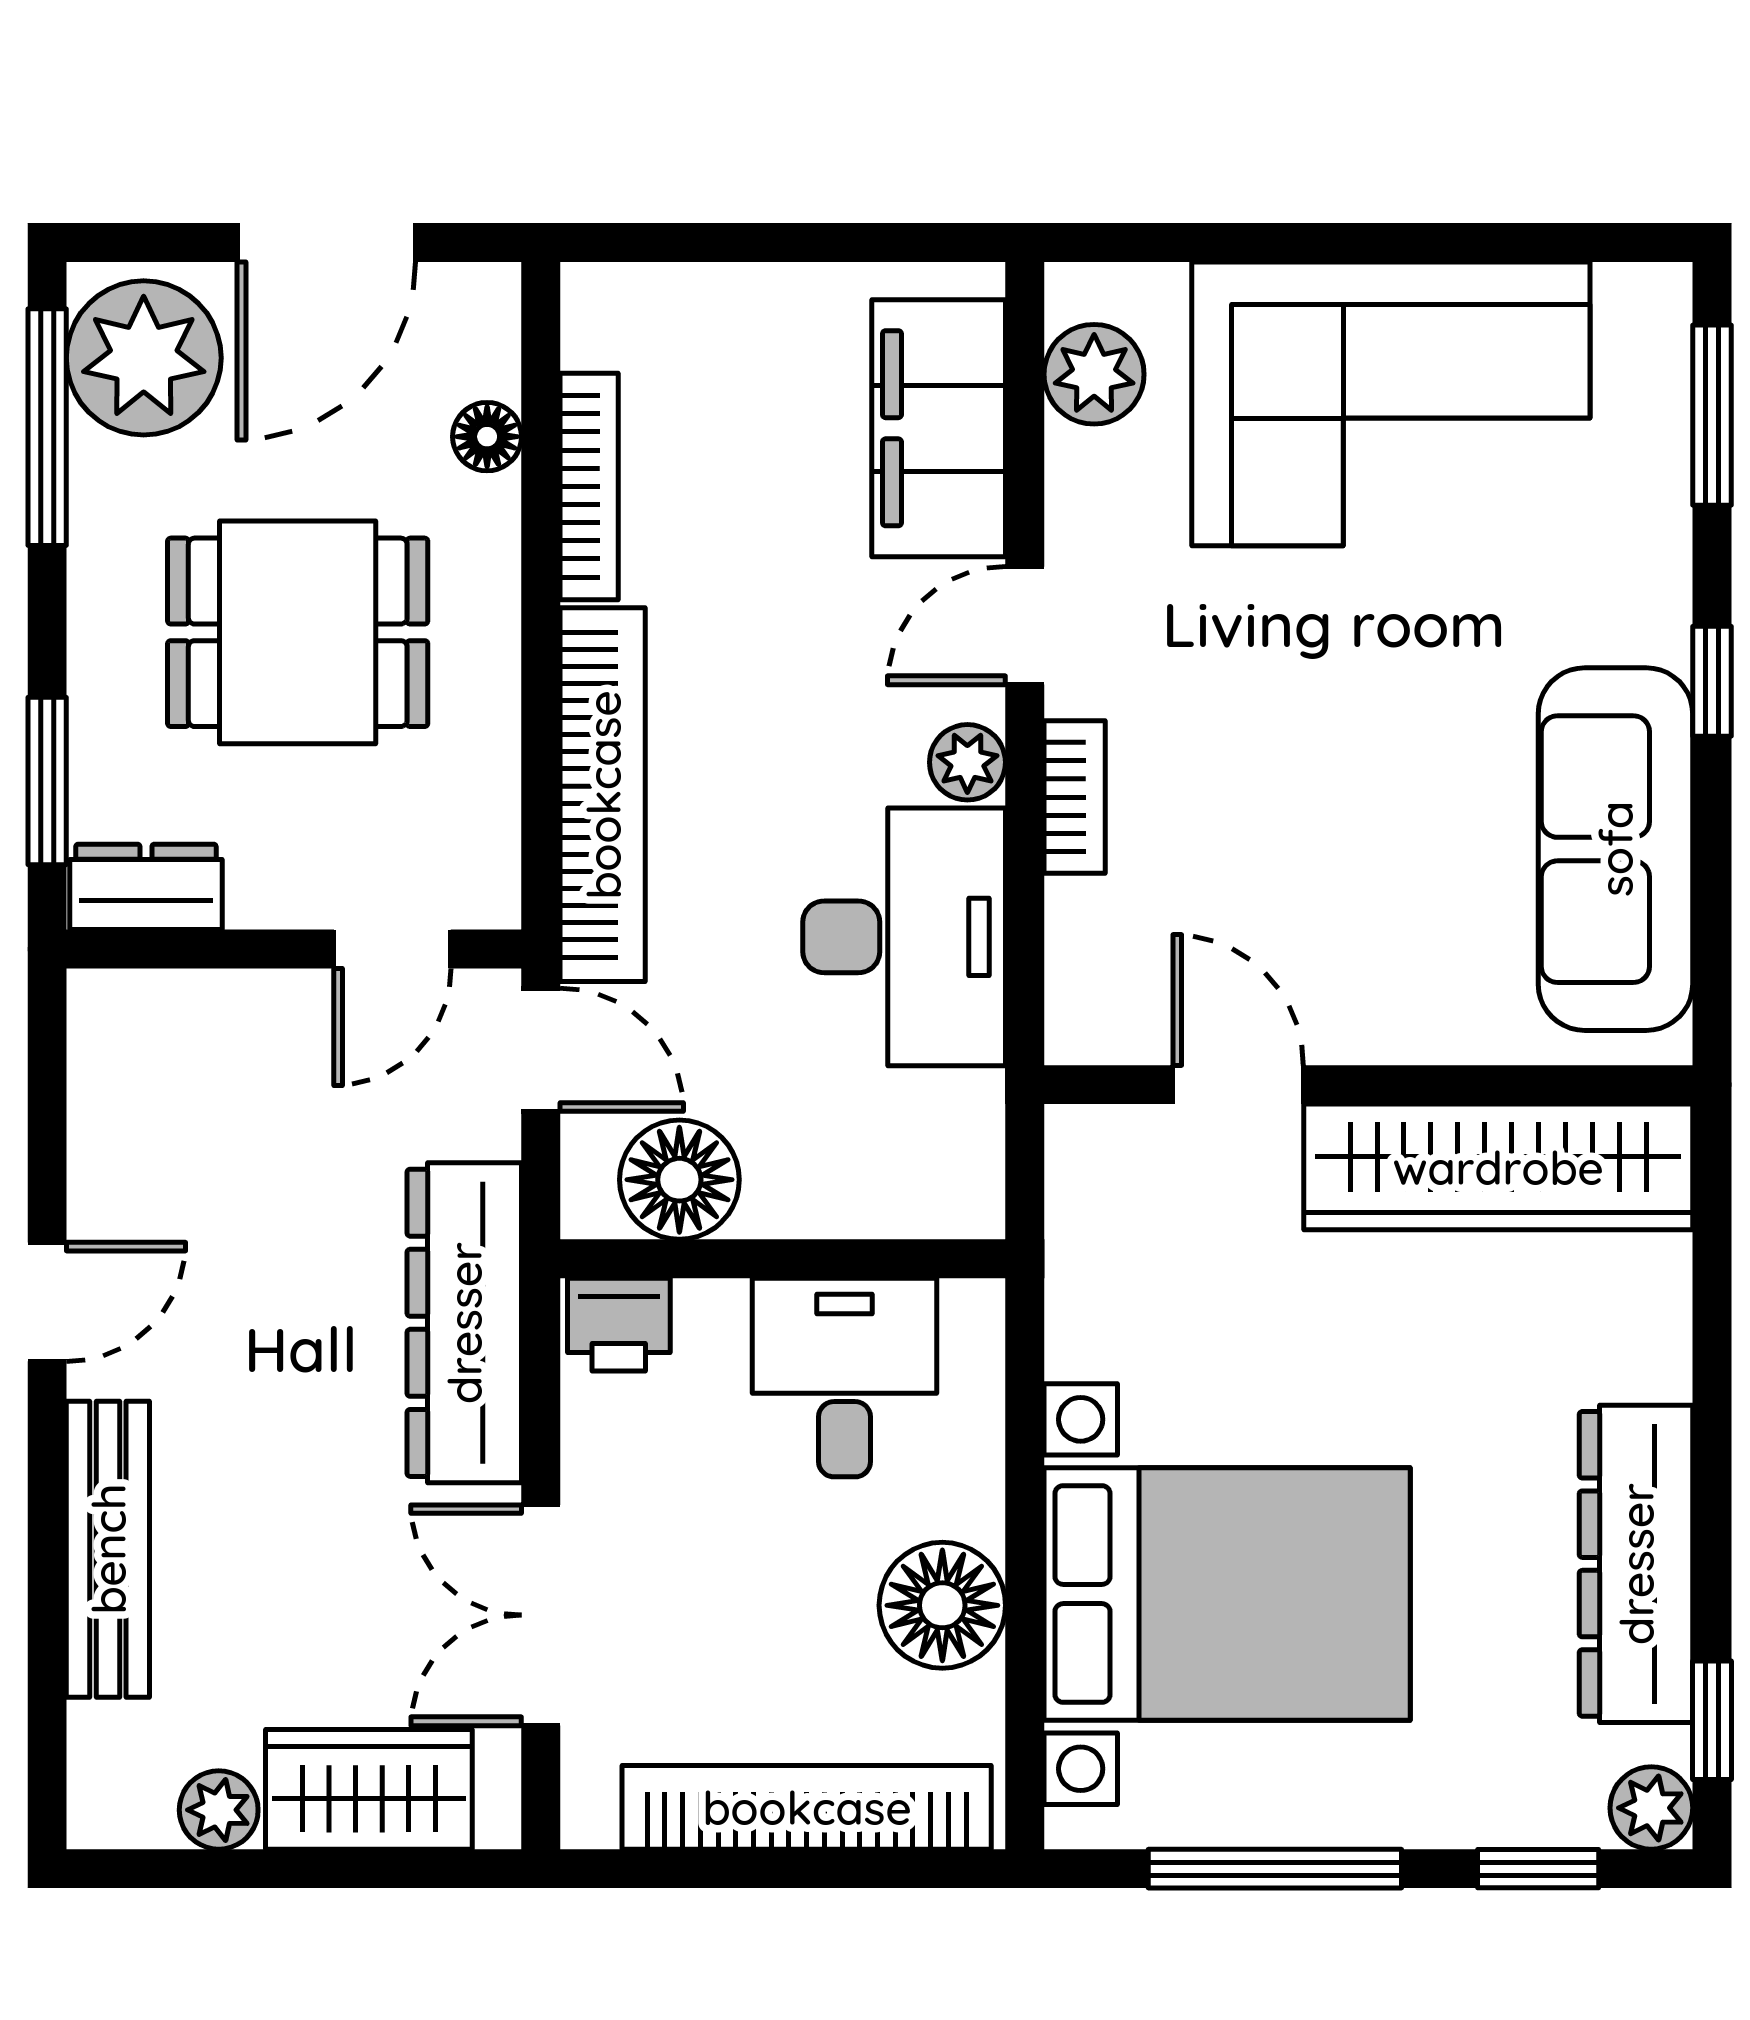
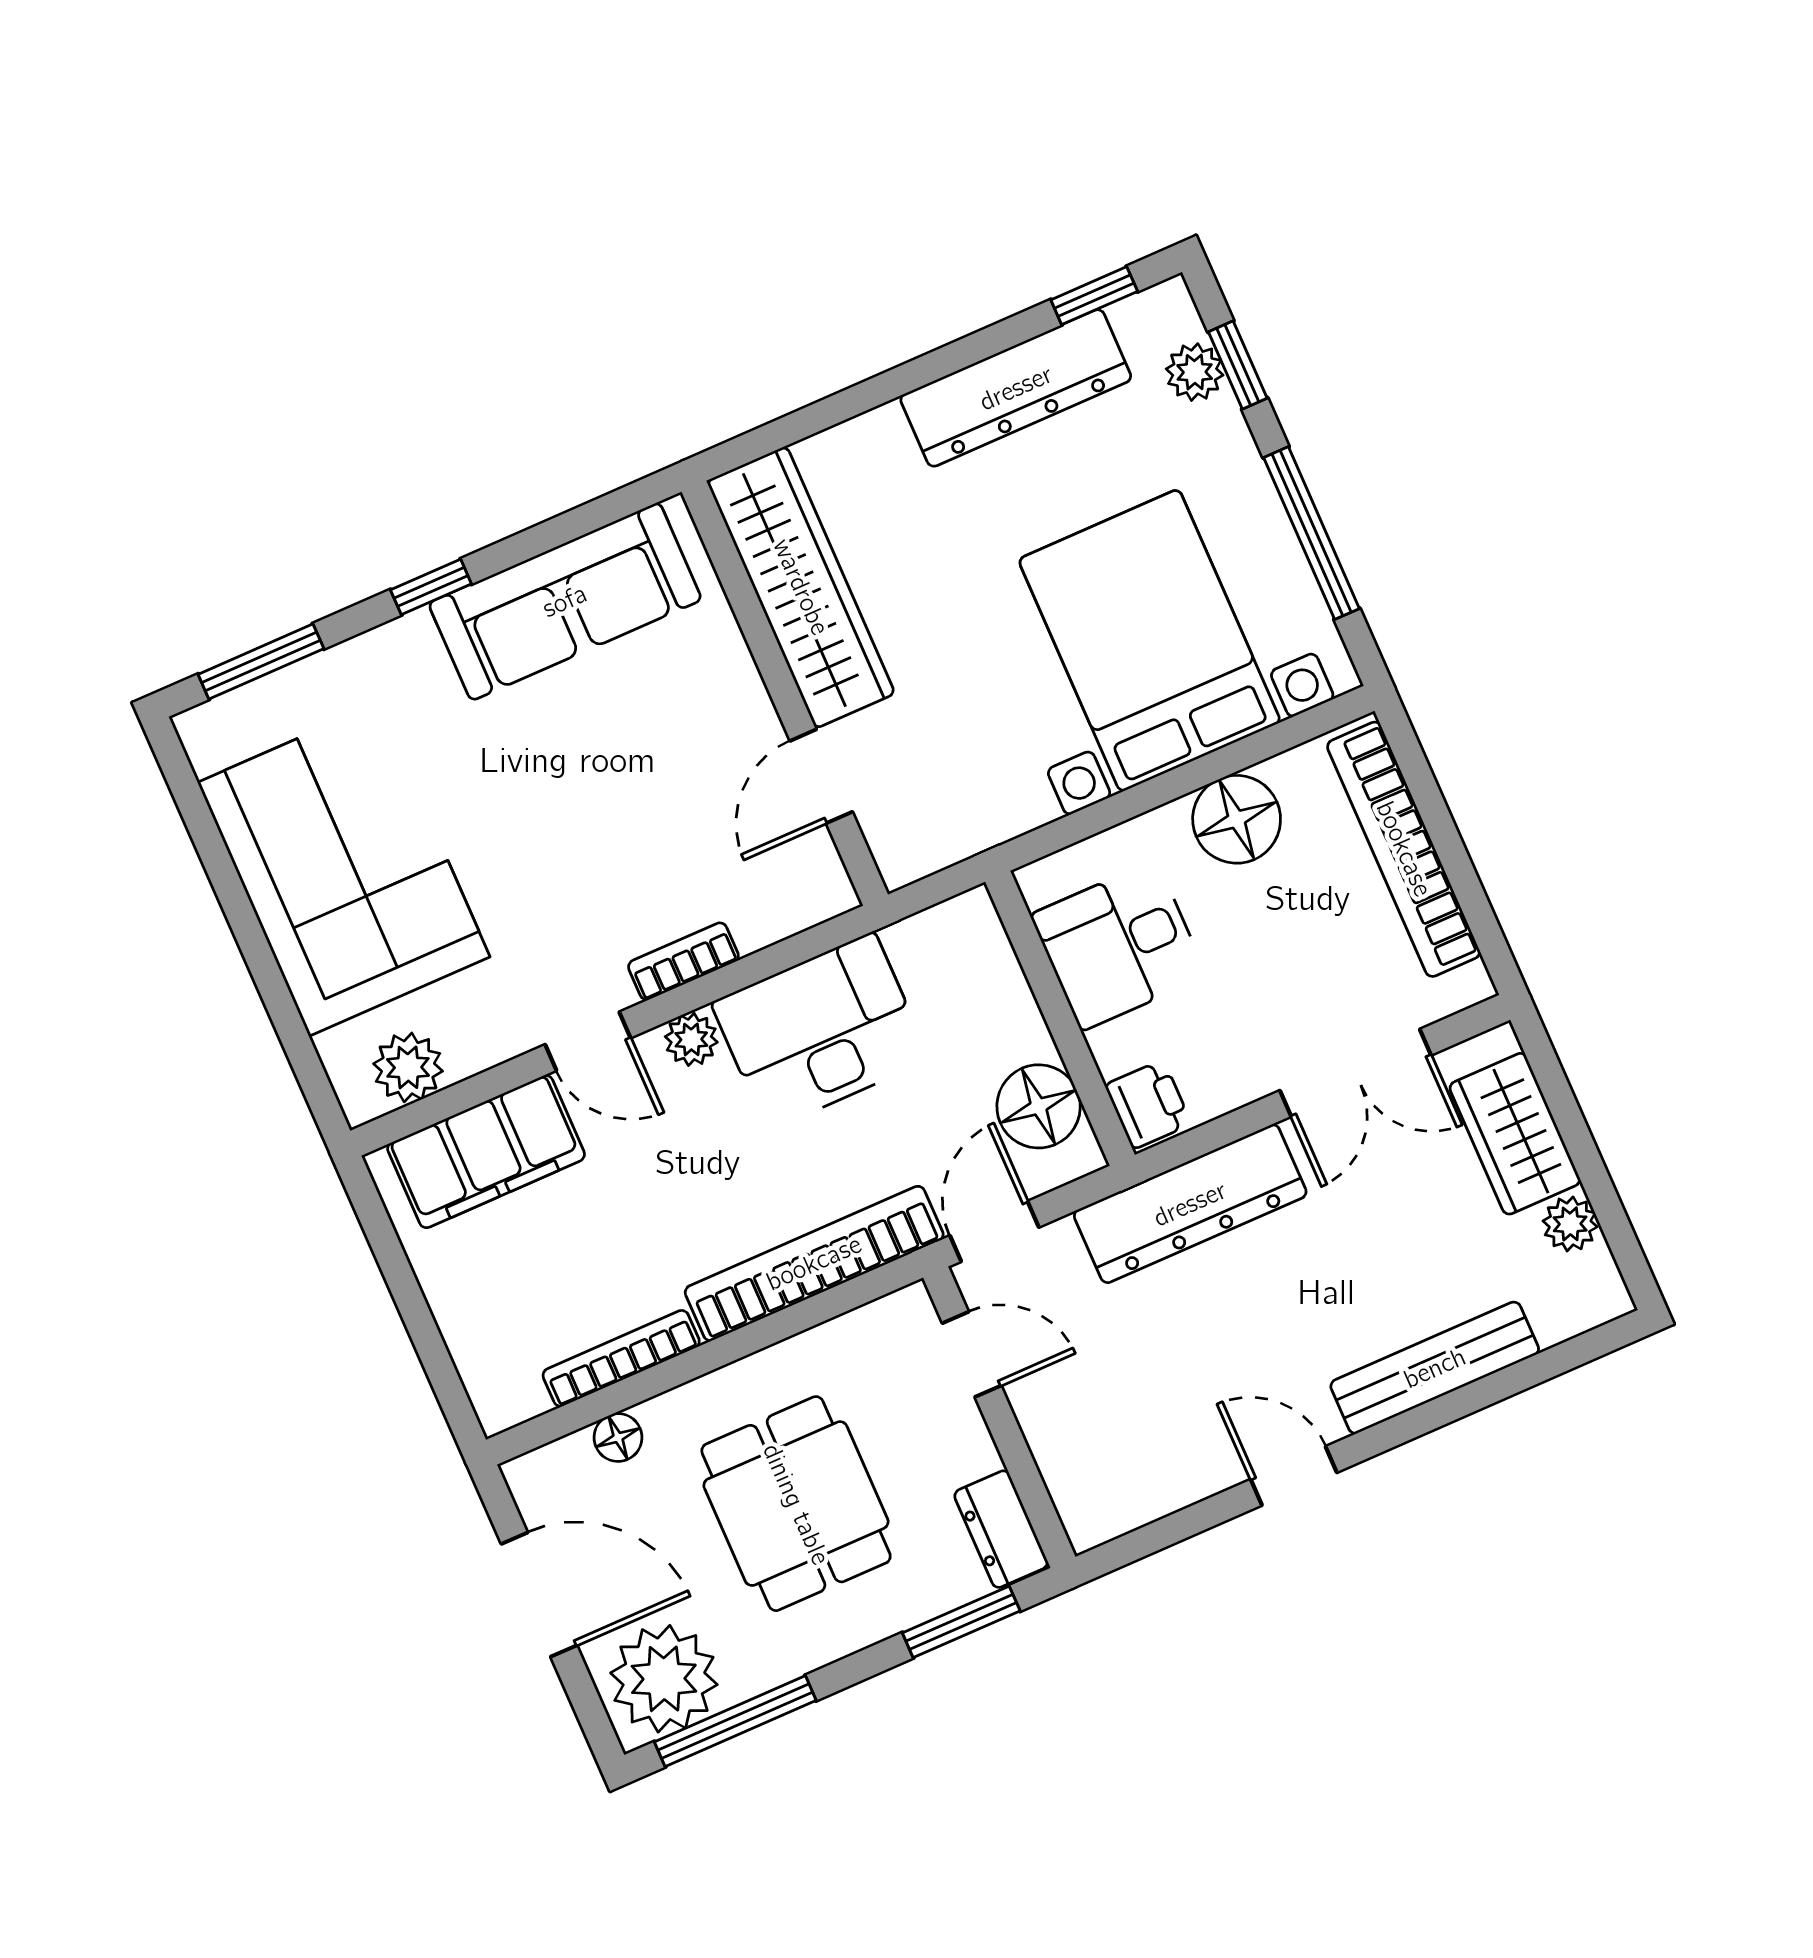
plant: (1651, 1808) -> (1195, 372), moved

